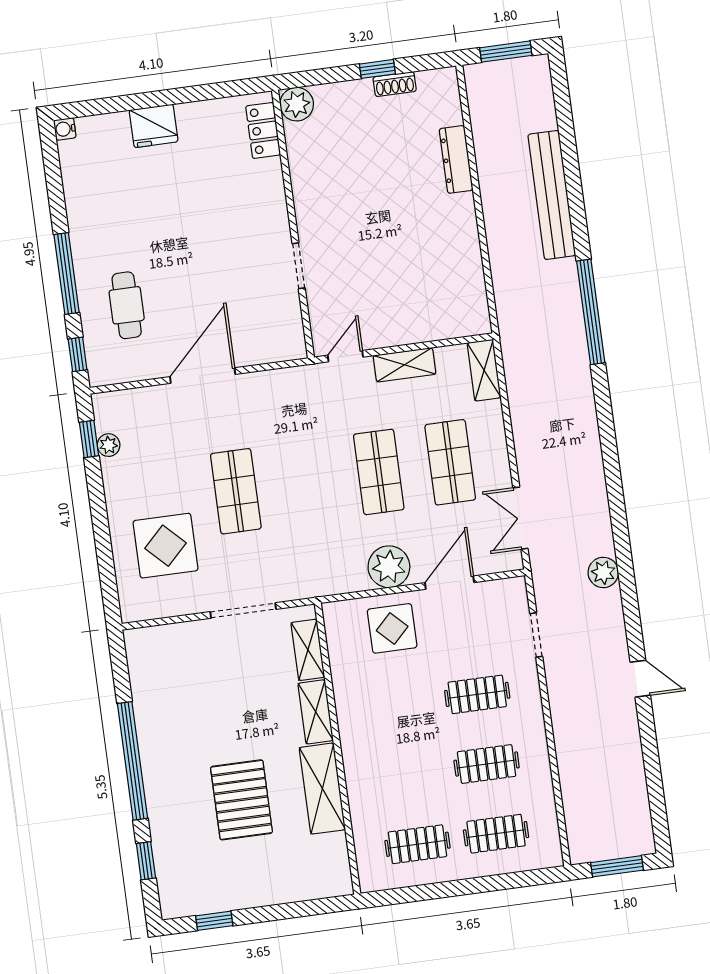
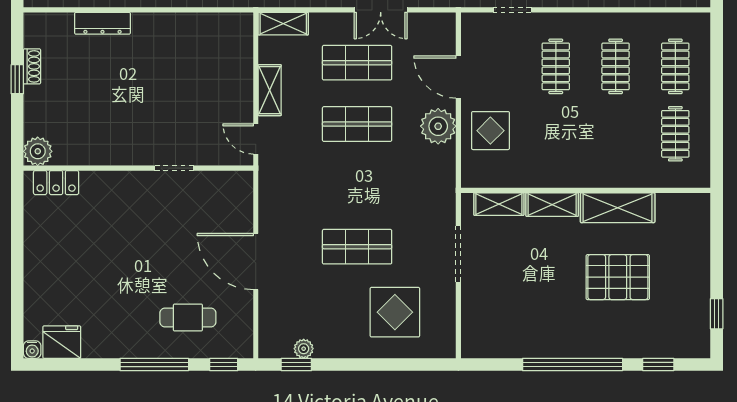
fridge: (154, 126) -> (62, 342), moved, turned -90
double door: (520, 518) -> (381, 10), moved

